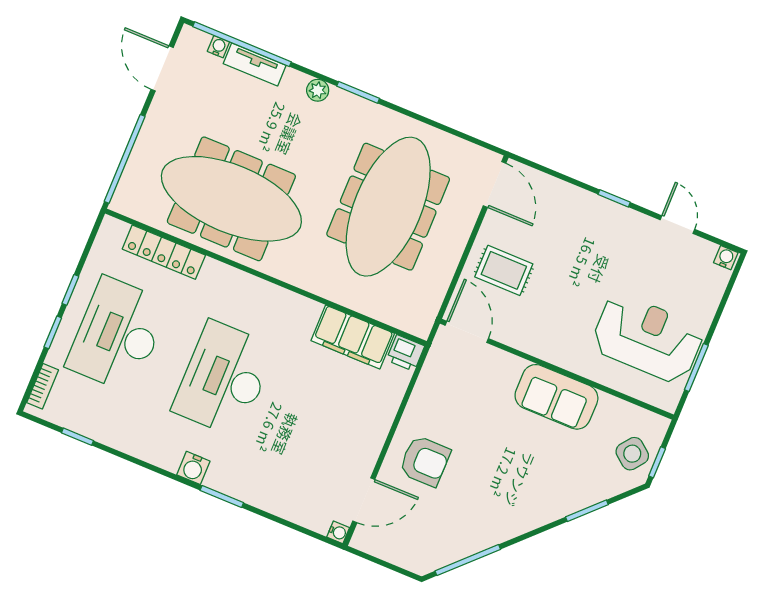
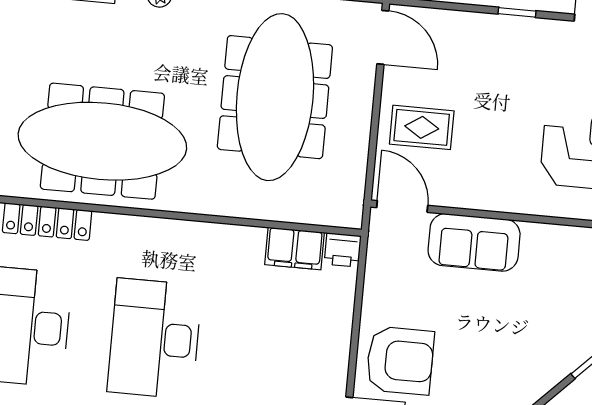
filing cabinet: (353, 337) -> (295, 249), width x0.67, depth x0.86
sofa: (556, 397) -> (474, 242), moved
armchair: (425, 461) -> (400, 361), width x1.36, depth x1.36

